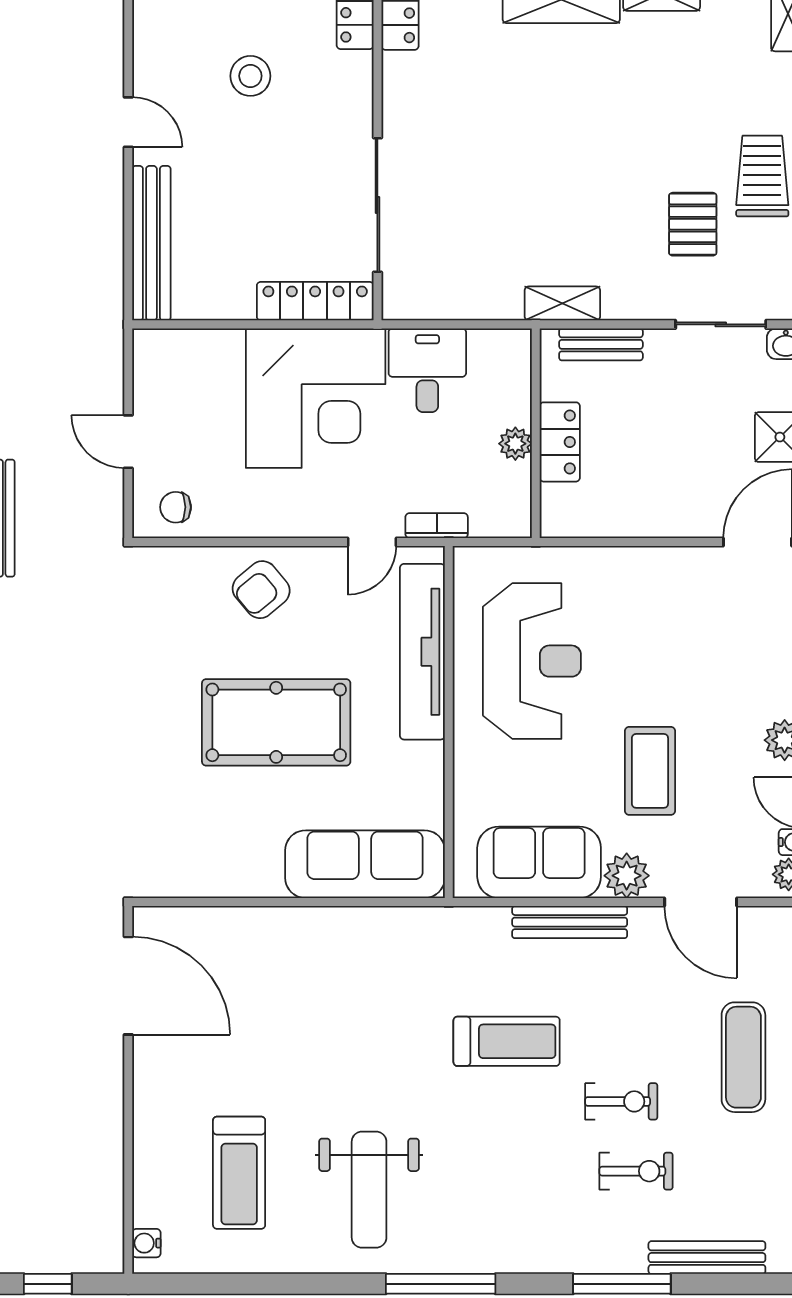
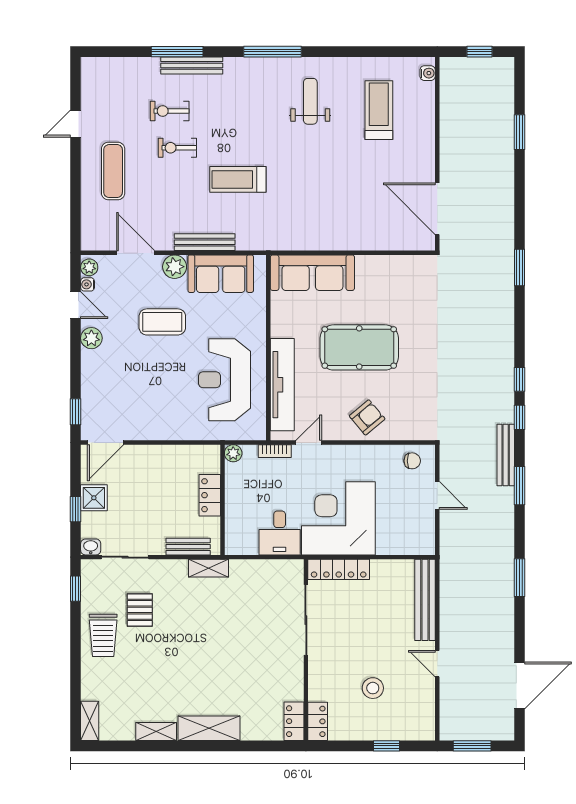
plant: (515, 444) -> (233, 453), moved
coffee table: (650, 771) -> (162, 322), turned 90
weight bench: (369, 1190) -> (310, 101), width x0.73, depth x0.75
bench: (707, 1258) -> (192, 65), moved

